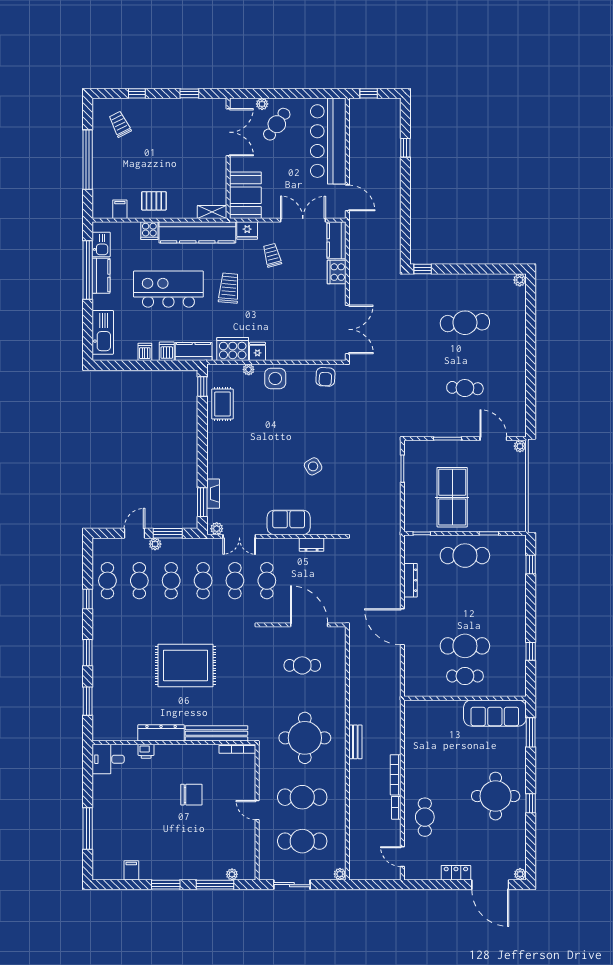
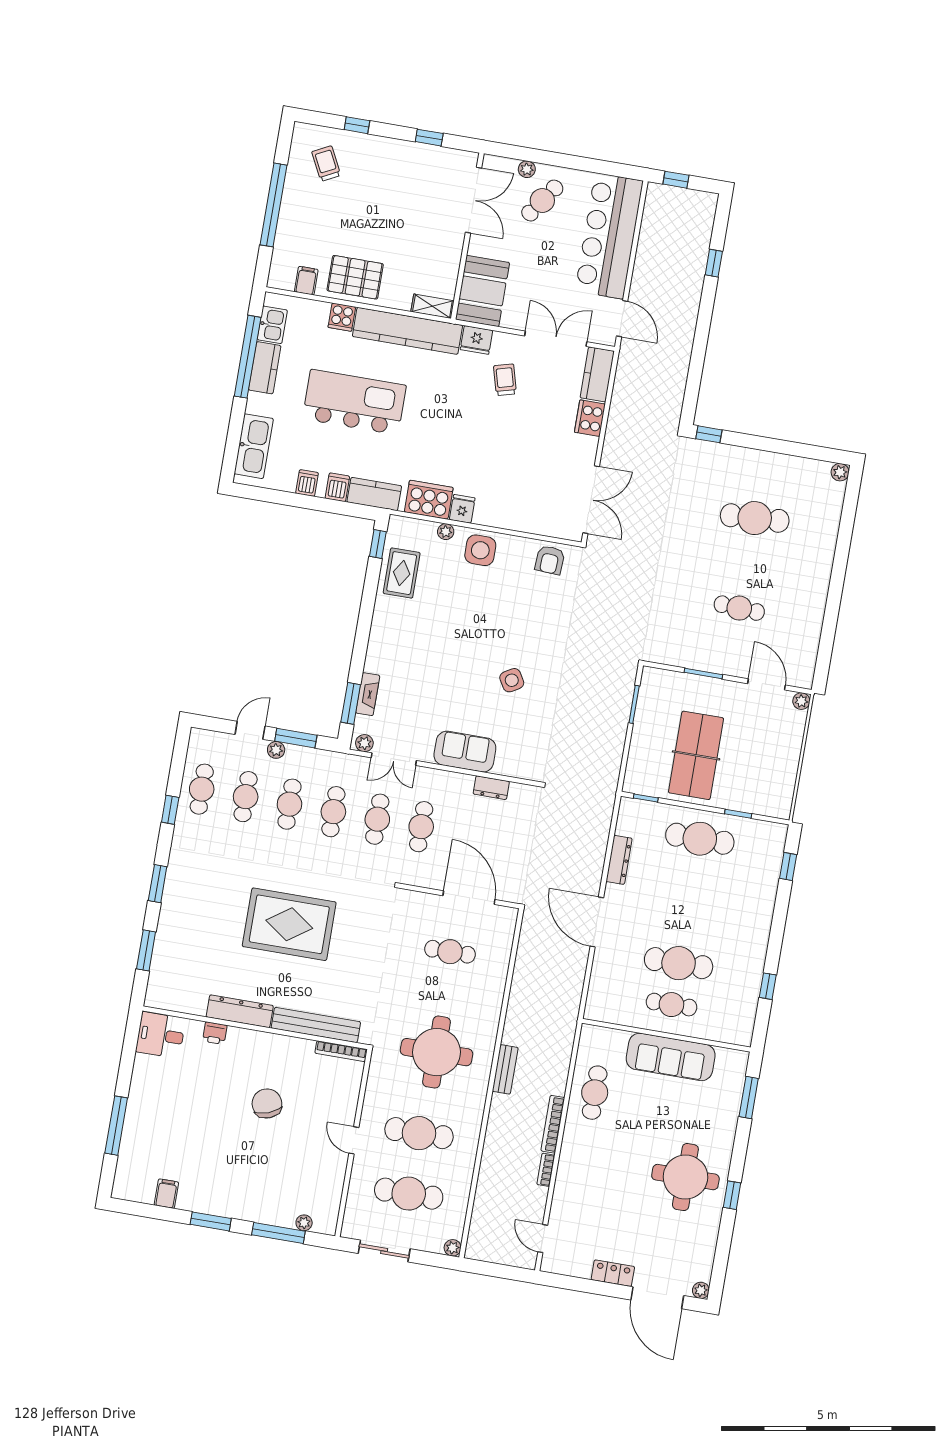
pallet: (154, 201) -> (355, 277), width x1.50, depth x1.42
trolley: (229, 288) -> (438, 415), removed
sofa: (495, 713) -> (671, 1057), moved
chair: (191, 795) -> (267, 1103), turned -111
cafe table: (425, 817) -> (595, 1093), moved

